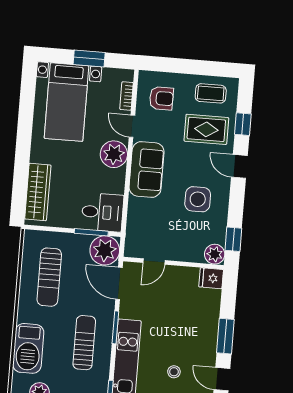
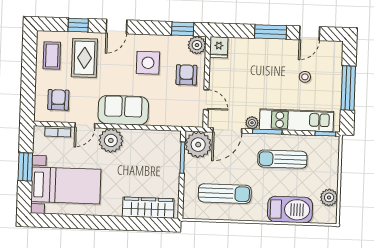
desk: (102, 212) -> (164, 148), removed
armchair: (182, 241) -> (186, 75), added
plant: (126, 311) -> (252, 123), added

